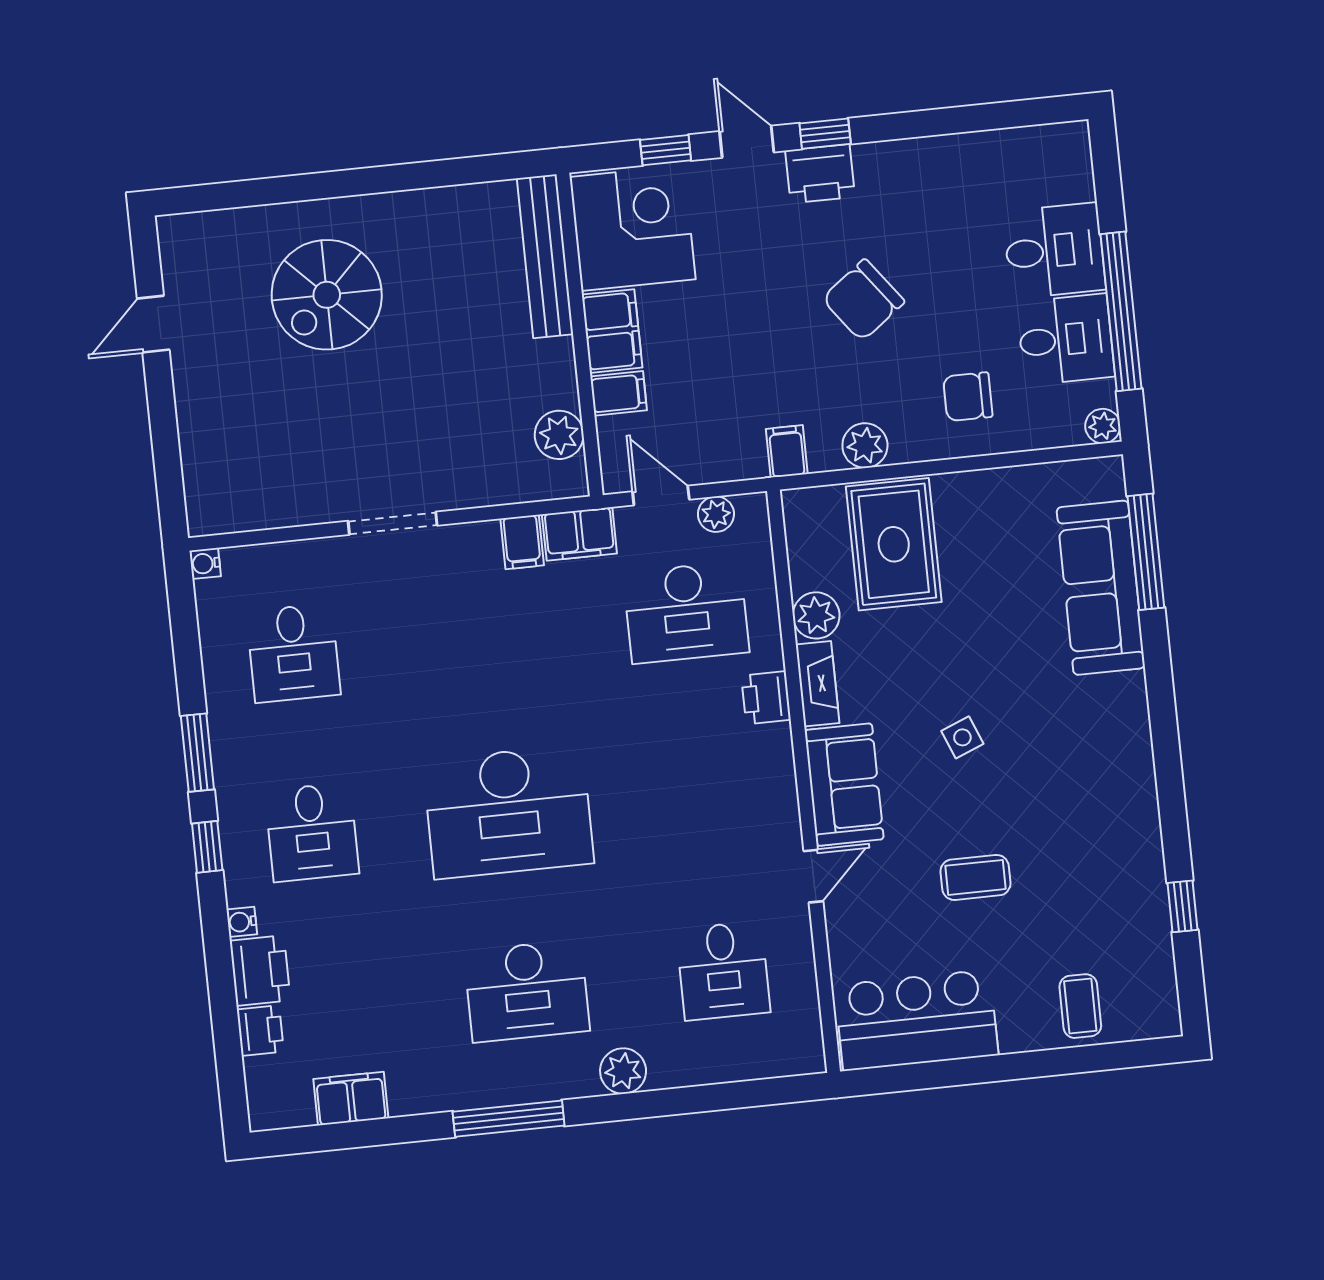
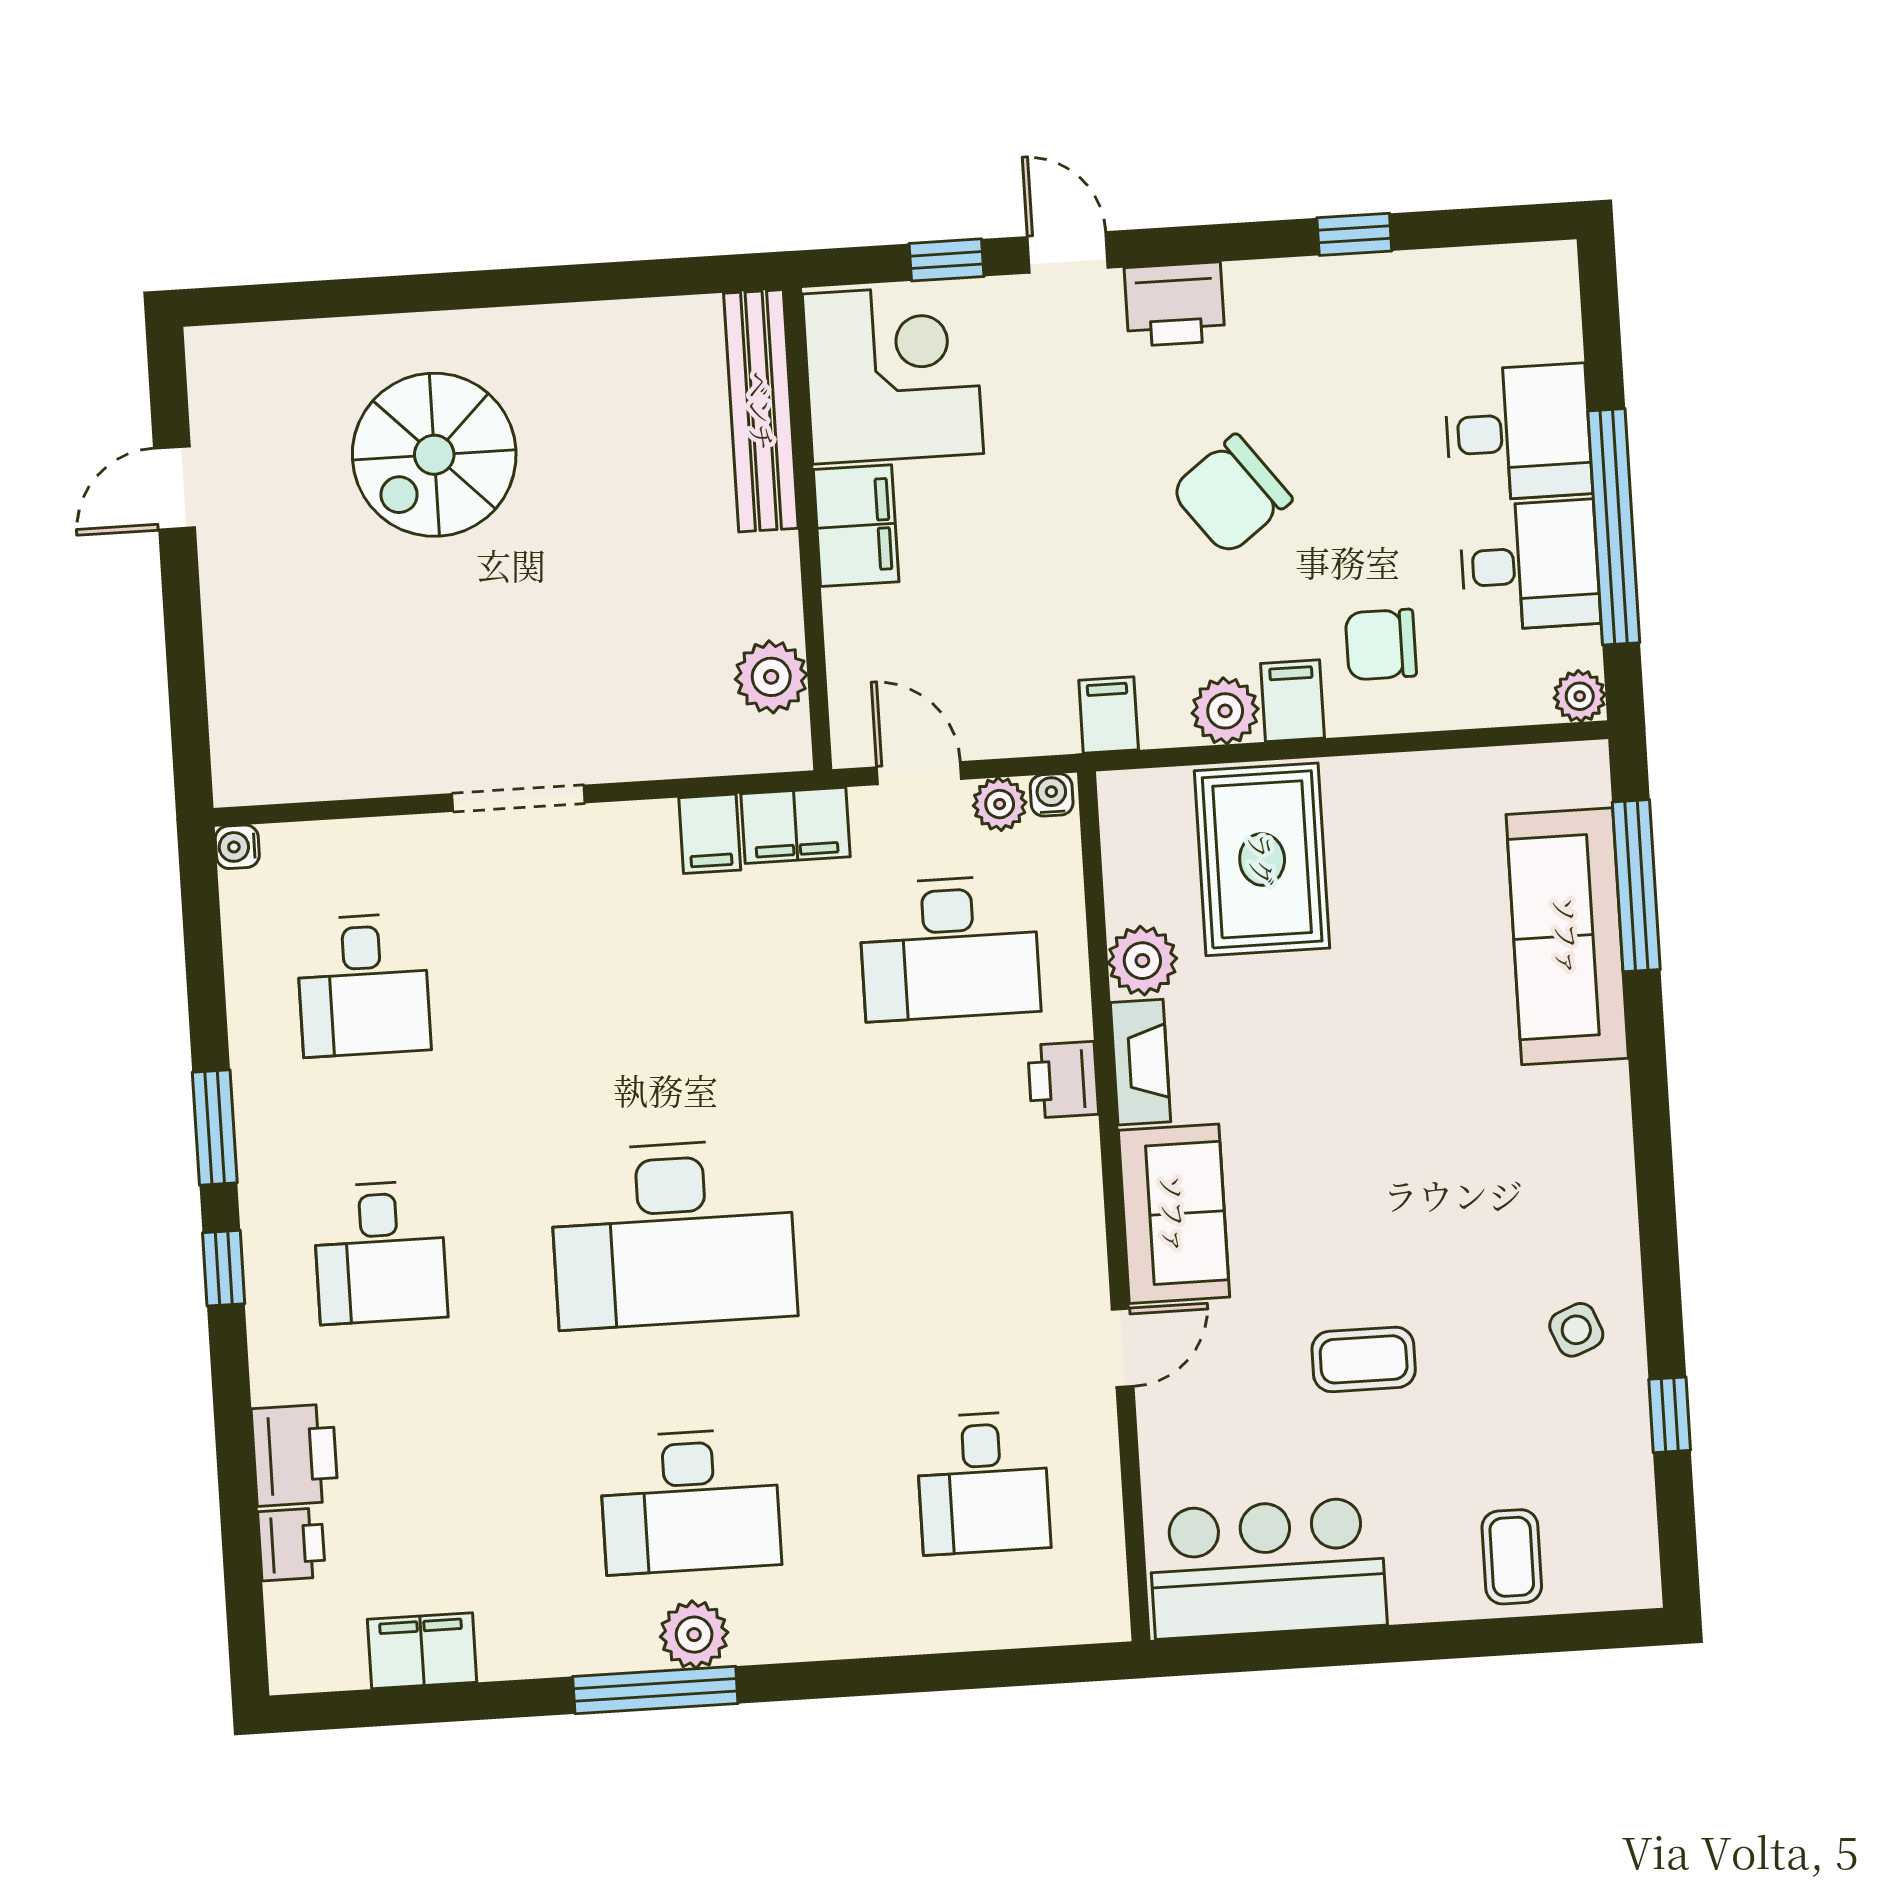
window: (825, 134) -> (1354, 234), moved
filing cabinet: (619, 393) -> (1293, 701), moved, turned -90
side table: (962, 737) -> (1576, 1330), moved
water cooler: (242, 922) -> (1052, 795), moved, turned 90
plant: (623, 1071) -> (694, 1635), moved

